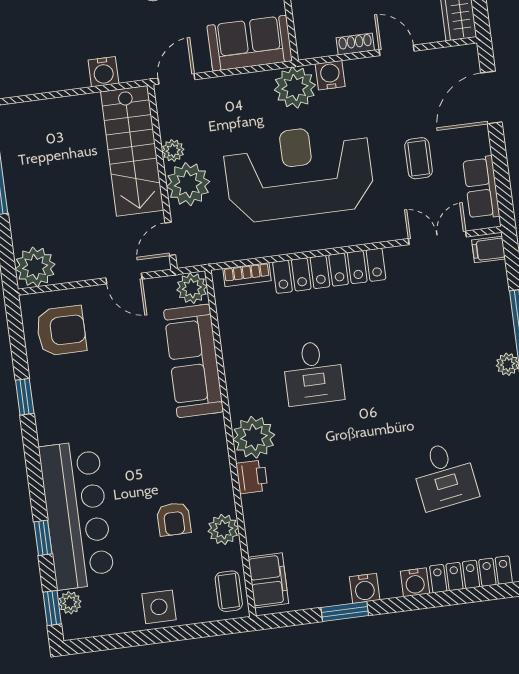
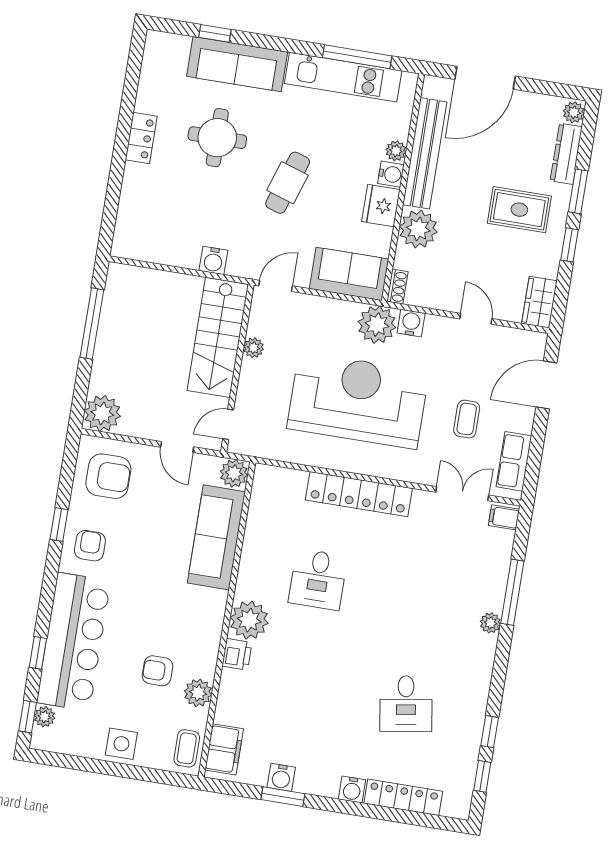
shoe rack: (355, 44) -> (397, 287), moved, turned 90
plant: (188, 184) -> (258, 381), removed
bookcase: (247, 275) -> (286, 476), removed
armchair: (64, 409) -> (90, 546), added
armchair: (174, 519) -> (157, 671), turned 90
water cooler: (365, 588) -> (281, 777), moved

